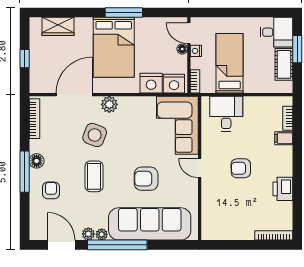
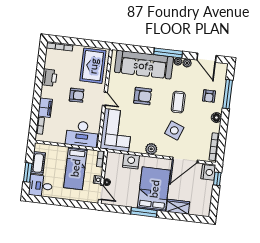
wardrobe: (58, 26) -> (178, 207), moved
window: (25, 59) -> (217, 179), moved
nightstand: (174, 84) -> (208, 172), moved, turned 90
plant: (109, 104) -> (151, 149), moved
desk: (226, 114) -> (82, 134), width x1.37
filing cabinet: (284, 138) -> (45, 108), width x2.00
window: (25, 172) -> (228, 94), moved
rug: (223, 213) -> (93, 66), added
window: (117, 245) -> (168, 53), width x0.68

